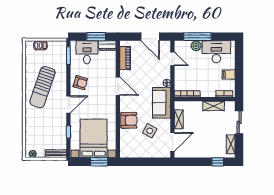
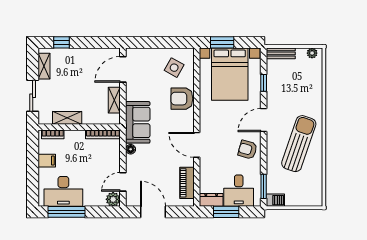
window: (197, 37) -> (67, 212), moved
barbecue: (40, 45) -> (275, 200), moved
plant: (196, 46) -> (113, 199), moved
door: (172, 59) -> (123, 182), hinge flipped
side table: (150, 131) -> (174, 68), moved

